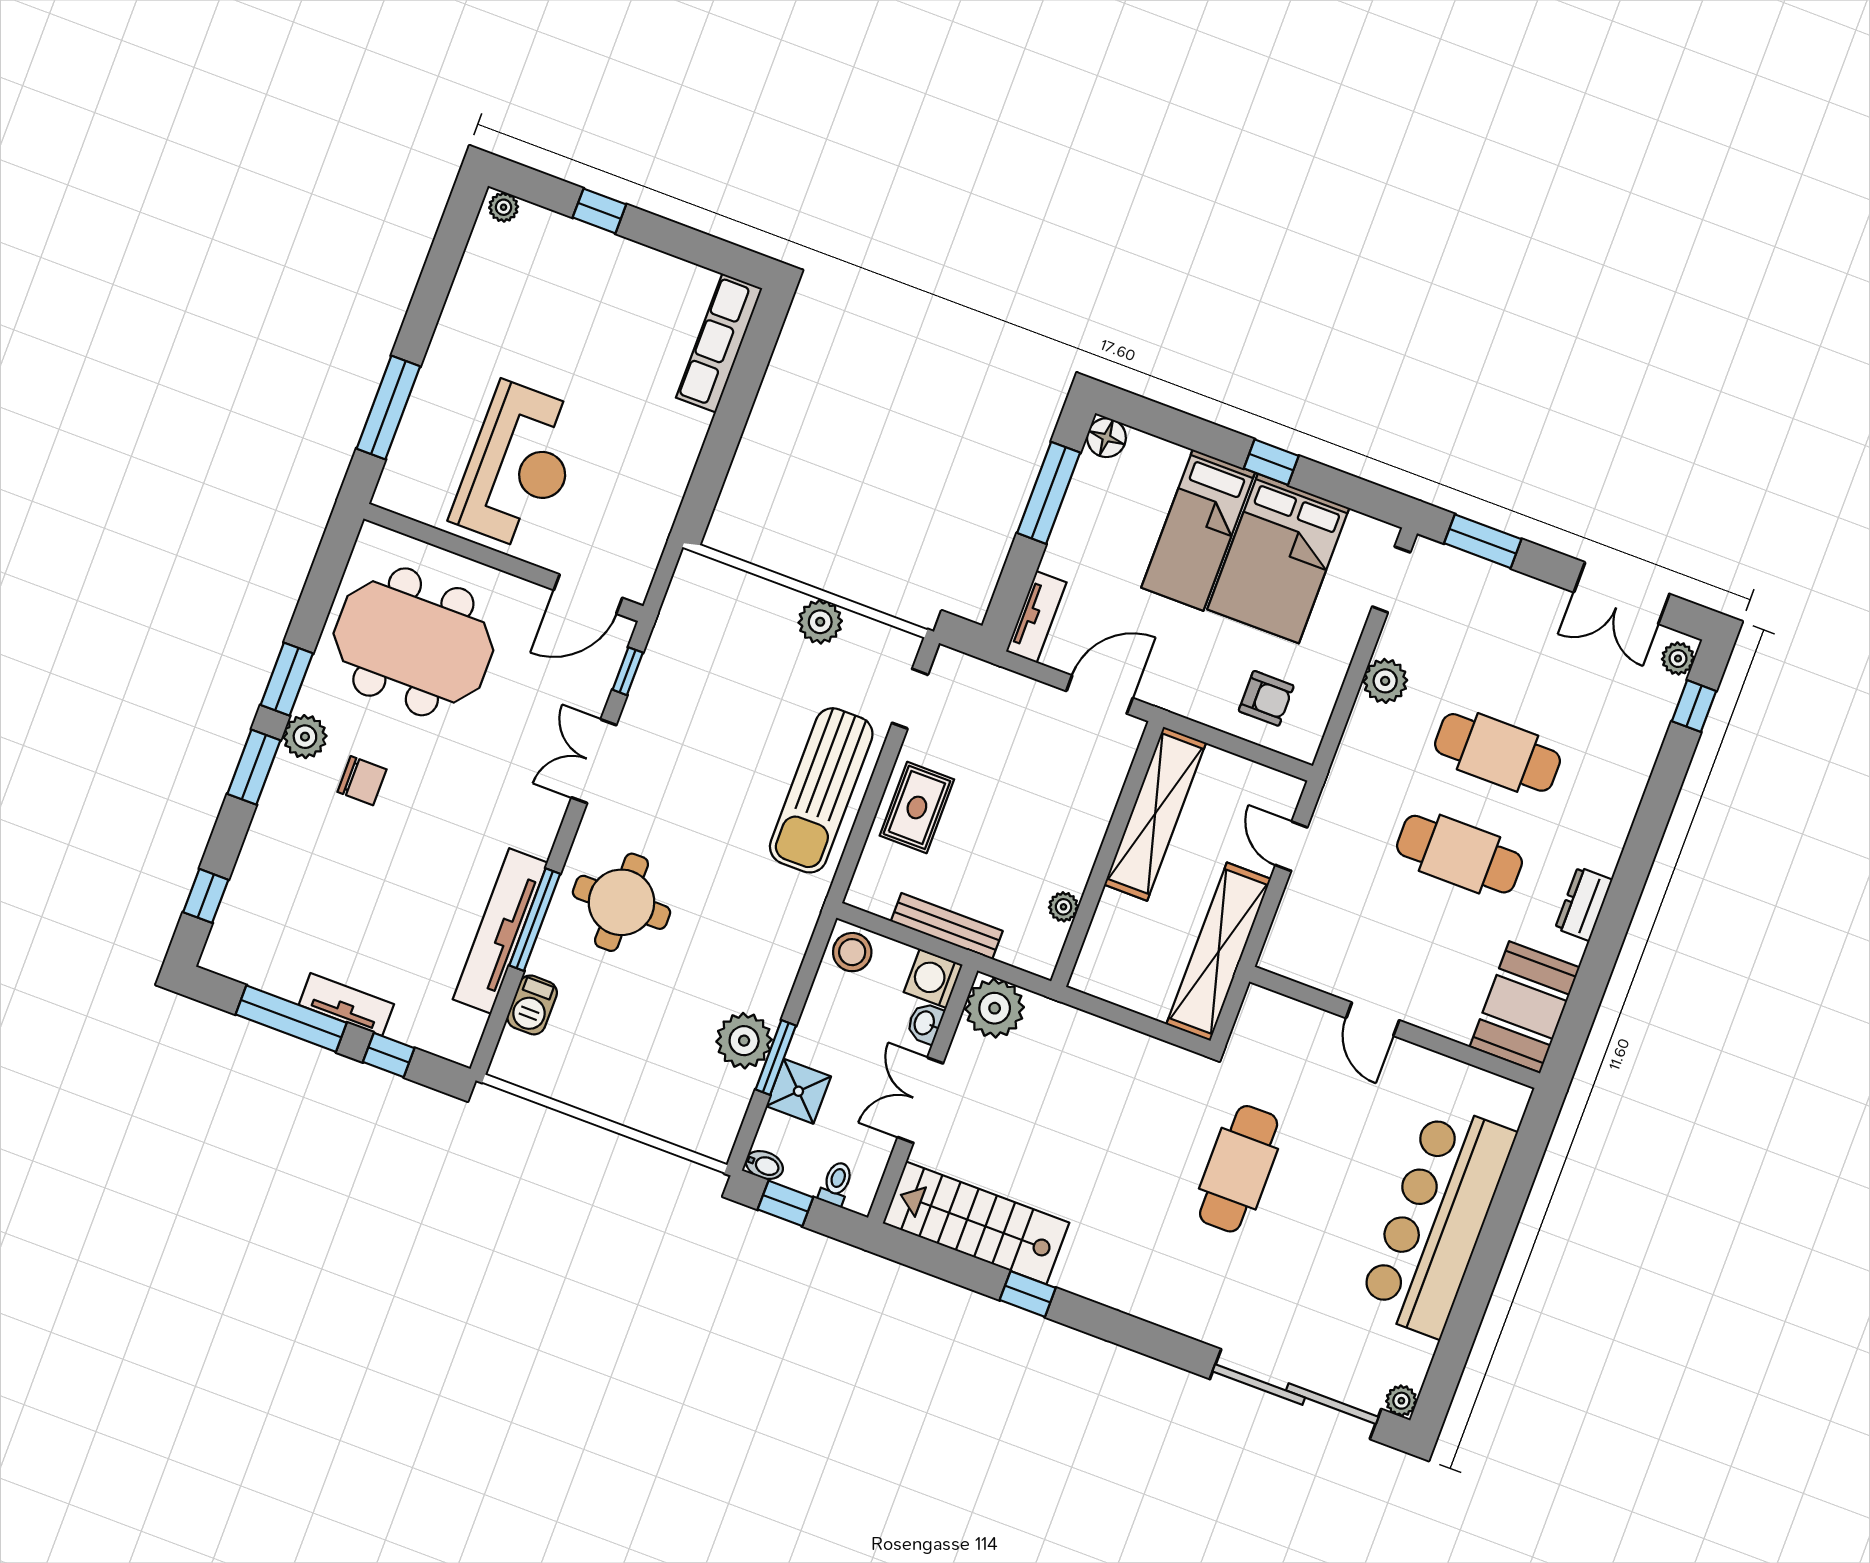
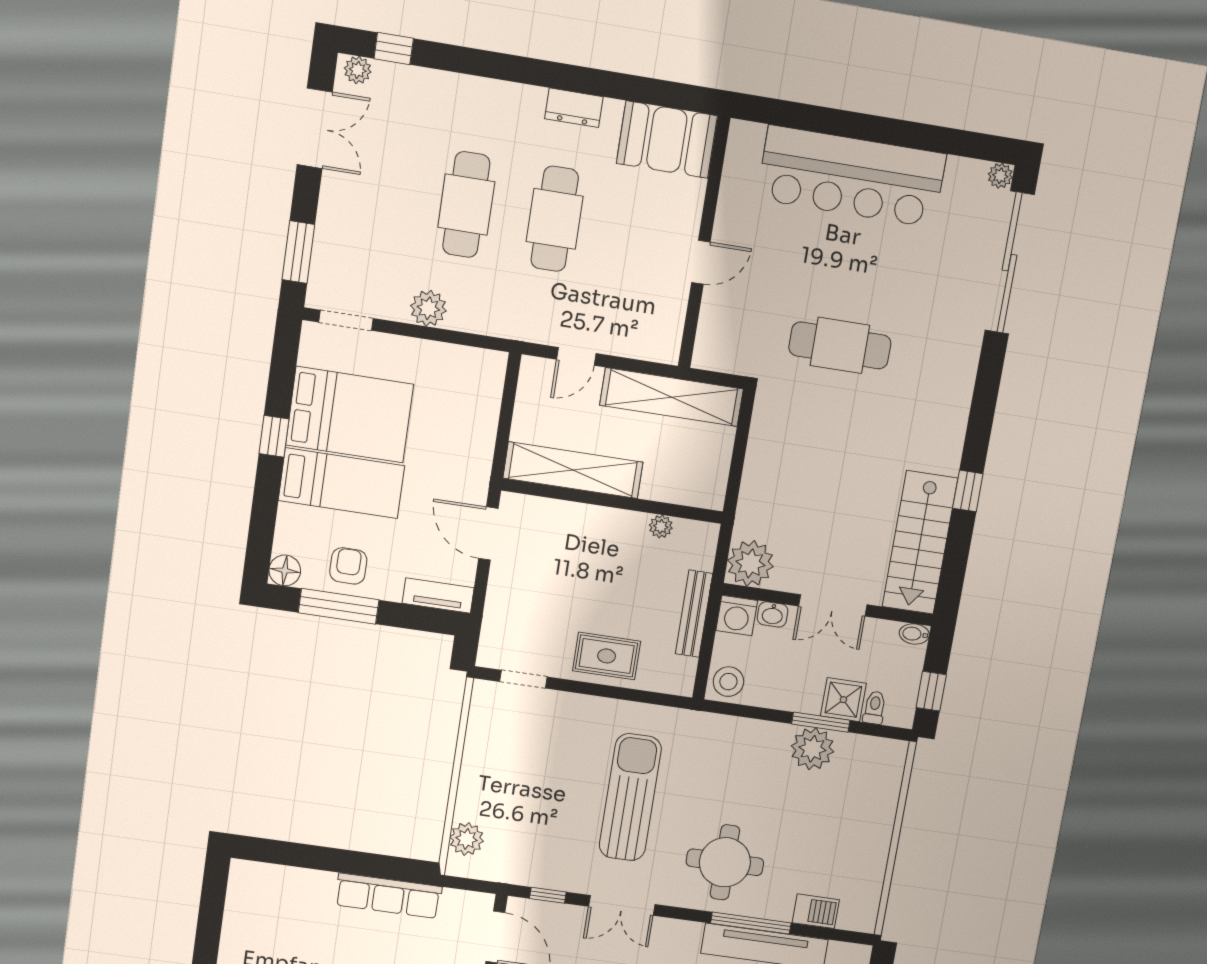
row of seats: (719, 343) -> (388, 896), moved
plant: (820, 622) -> (467, 839), moved
armchair: (1266, 698) -> (348, 566), moved
sun lounger: (821, 790) -> (630, 797), moved, turned -90
bidet: (764, 1165) -> (914, 634), moved, turned -90
toilet: (836, 1183) -> (875, 708), moved, turned 90

